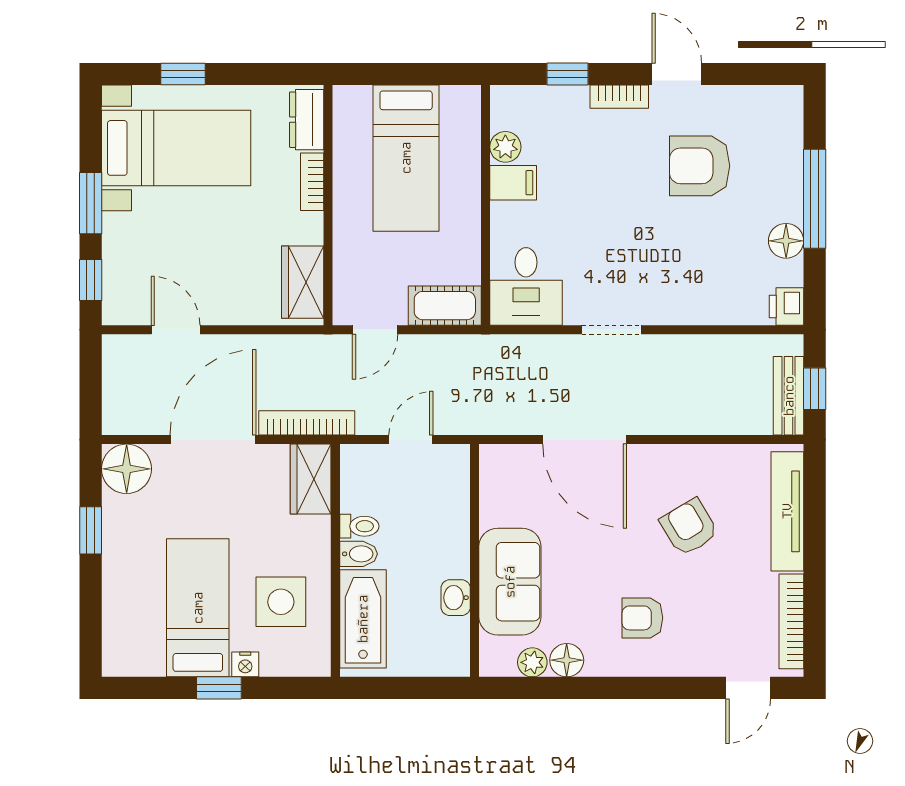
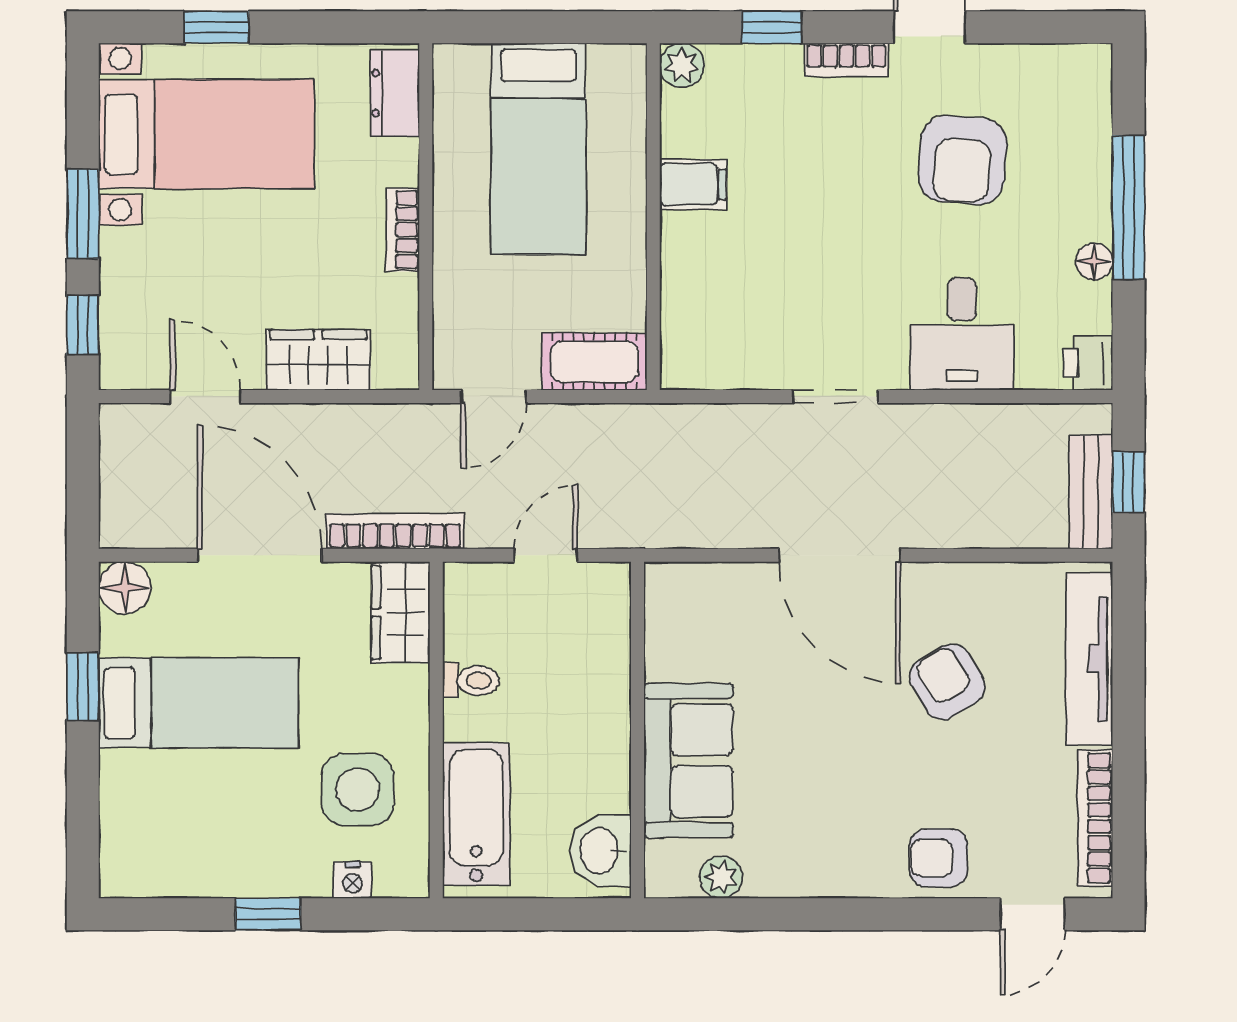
plant: (505, 147) -> (682, 65), moved
armchair: (700, 166) -> (962, 160), turned -86
bookcase: (312, 182) -> (403, 230), moved
floor lamp: (786, 241) -> (1094, 261), width x0.73, depth x0.73
wardrobe: (303, 282) -> (318, 360), moved, turned 90
desk: (526, 286) -> (962, 334), moved
door: (213, 440) -> (260, 555), hinge flipped
door: (585, 440) -> (840, 555), moved
floor lamp: (127, 469) -> (125, 588), width x0.73, depth x0.73
bidet: (359, 554) -> (470, 720), removed
washbasin: (456, 598) -> (601, 851), moved, width x1.38, depth x1.45
bed: (198, 608) -> (199, 703), moved, turned 90
armchair: (642, 618) -> (939, 858), moved
floor lamp: (567, 660) -> (771, 874), removed
nightstand: (245, 664) -> (352, 880), moved

